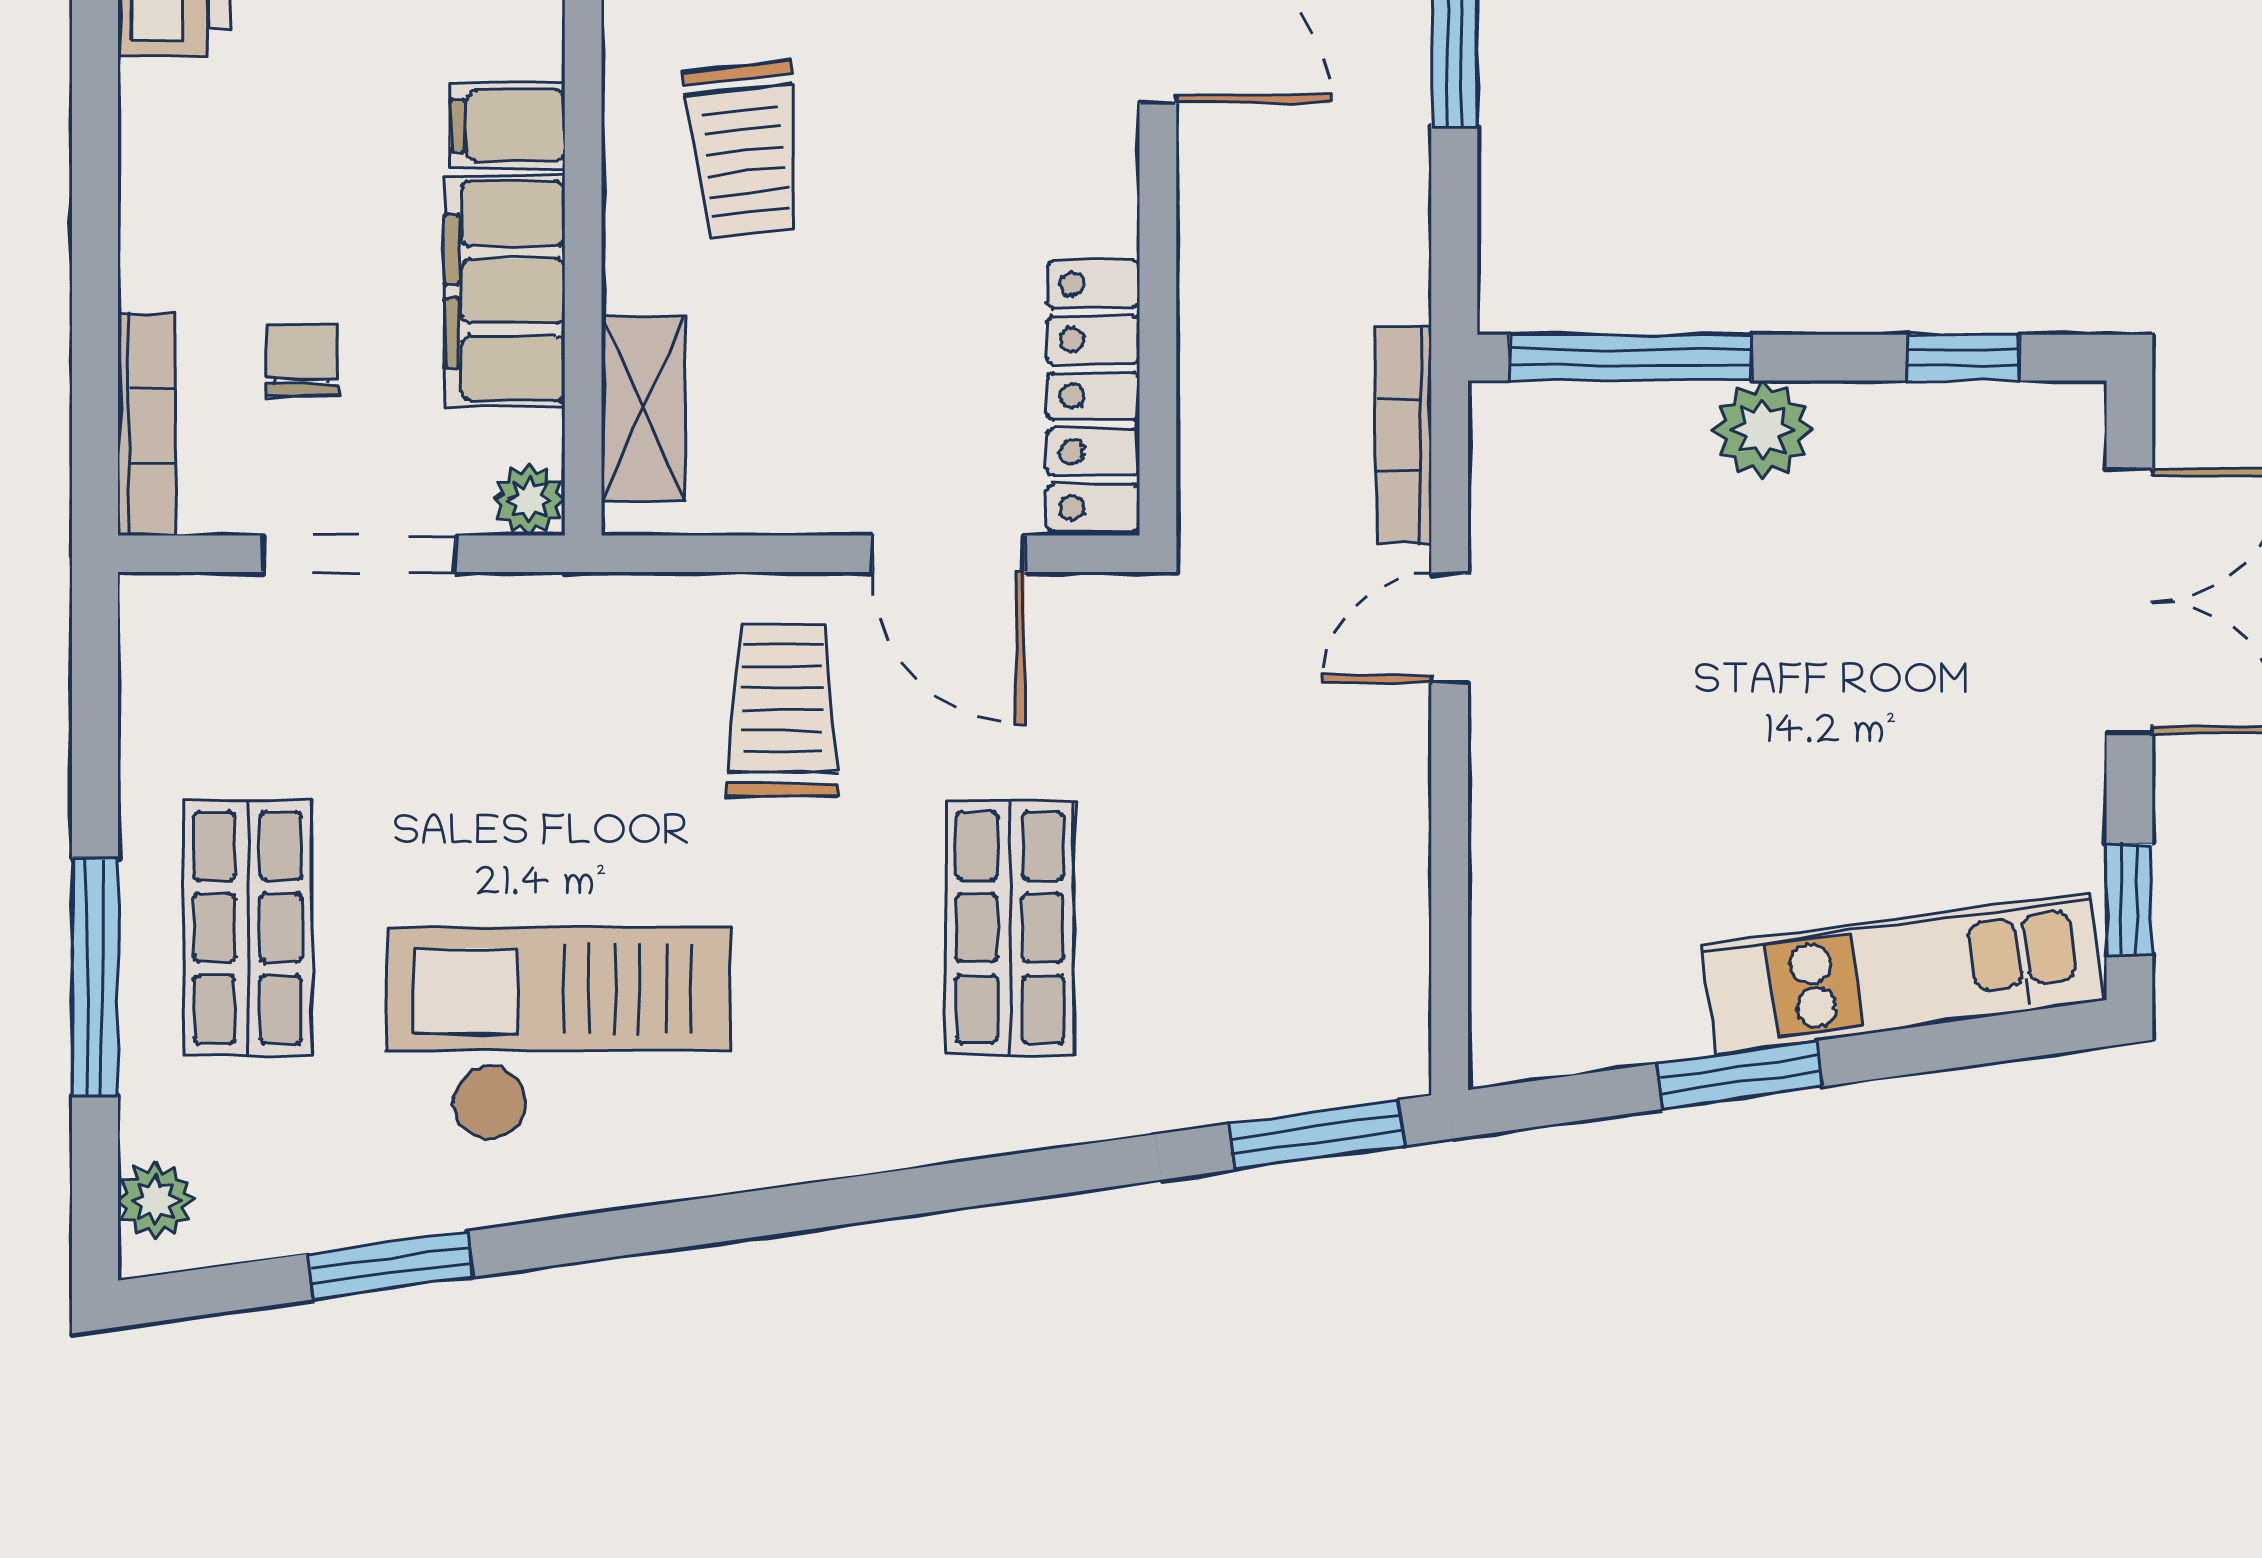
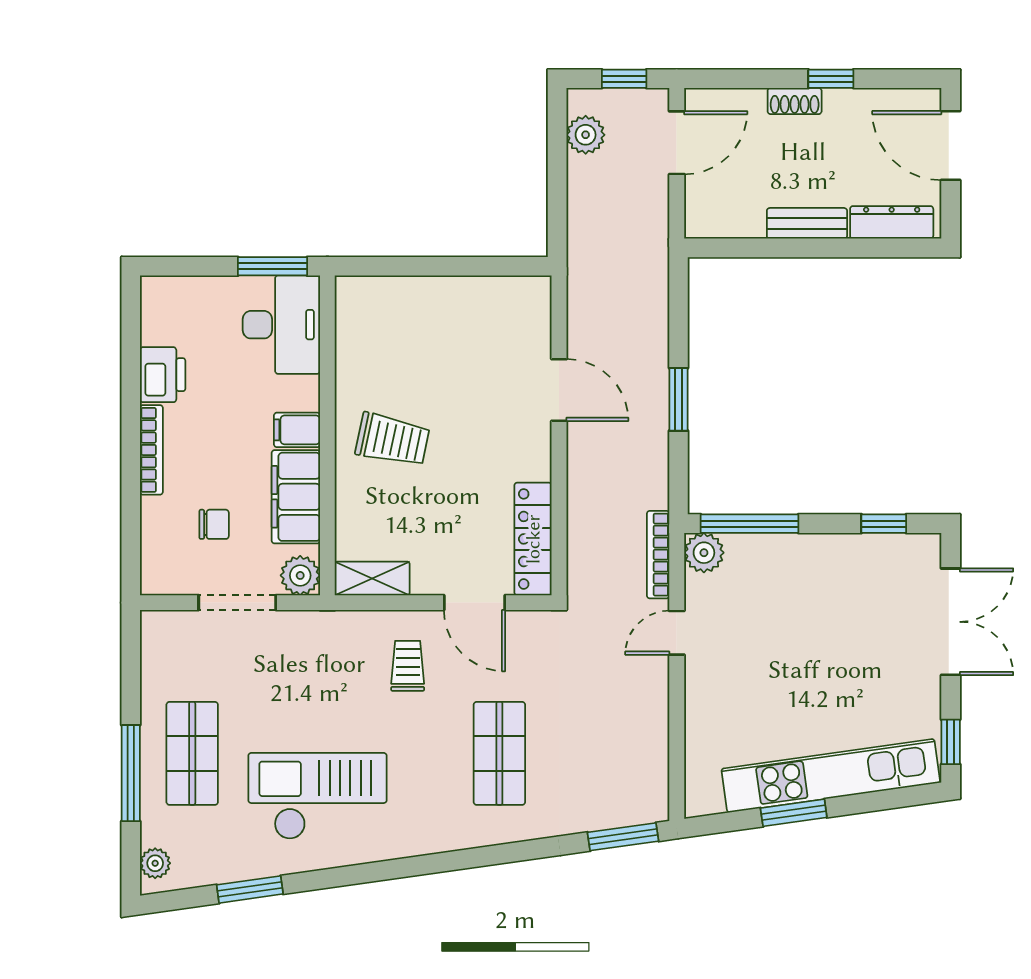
trolley: (745, 150) -> (392, 440), turned -72
chair: (302, 360) -> (214, 524), turned 90
shelving: (643, 408) -> (372, 578), moved, turned 90
bookcase: (146, 424) -> (151, 450), moved
plant: (1763, 430) -> (704, 553), moved
plant: (529, 500) -> (300, 575), width x1.38, depth x1.38
trolley: (782, 710) -> (408, 666), width x0.73, depth x0.72
kitchen unit: (1903, 973) -> (831, 776), width x1.36

